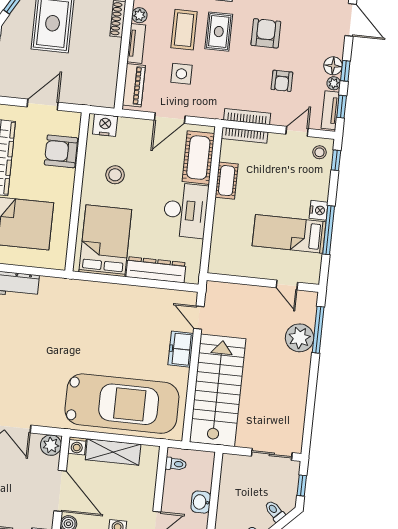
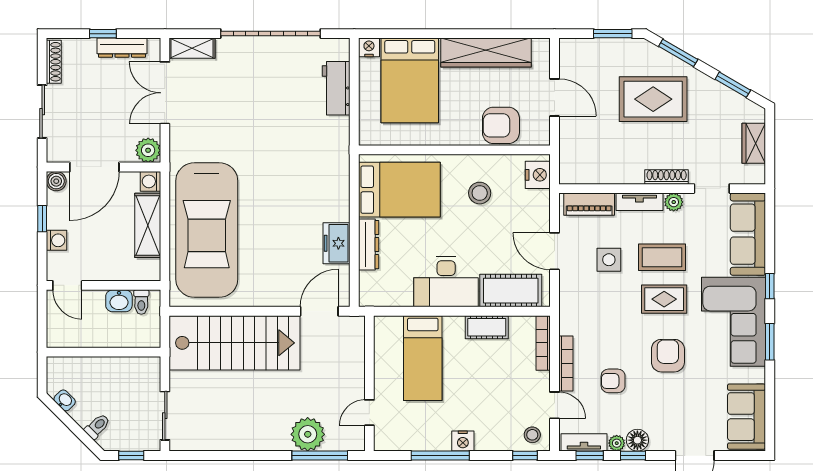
armchair: (266, 33) -> (668, 356), turned -90
bookcase: (247, 117) -> (566, 364), moved
armchair: (61, 151) -> (501, 125), turned -90
bed: (289, 234) -> (423, 358), moved, turned 180
dresser: (156, 270) -> (369, 245), width x0.73, depth x0.80
door: (199, 318) -> (319, 311), width x1.38
freezer: (181, 349) -> (337, 243), moved, turned -90
washbasin: (201, 502) -> (119, 301), moved, turned 180

